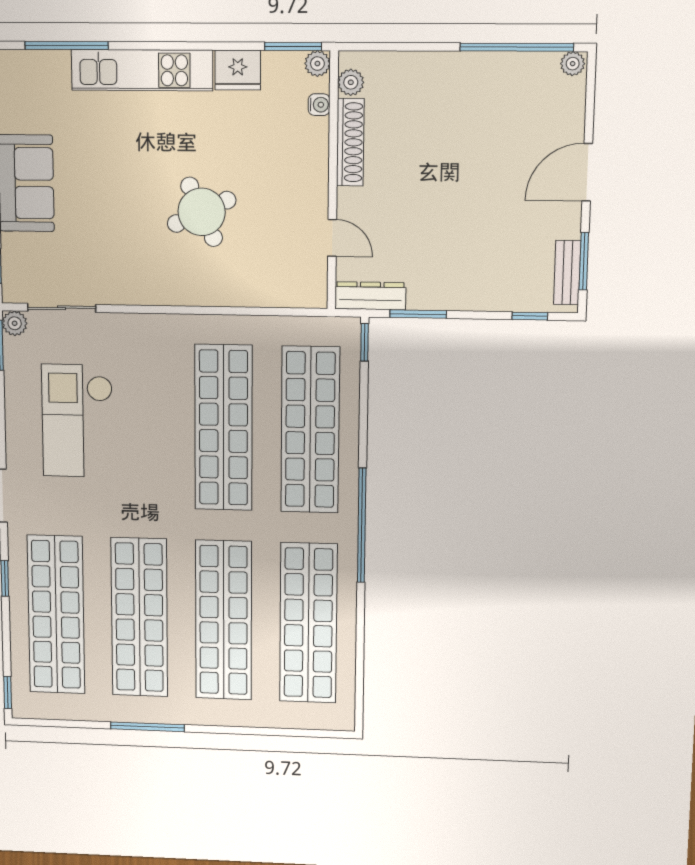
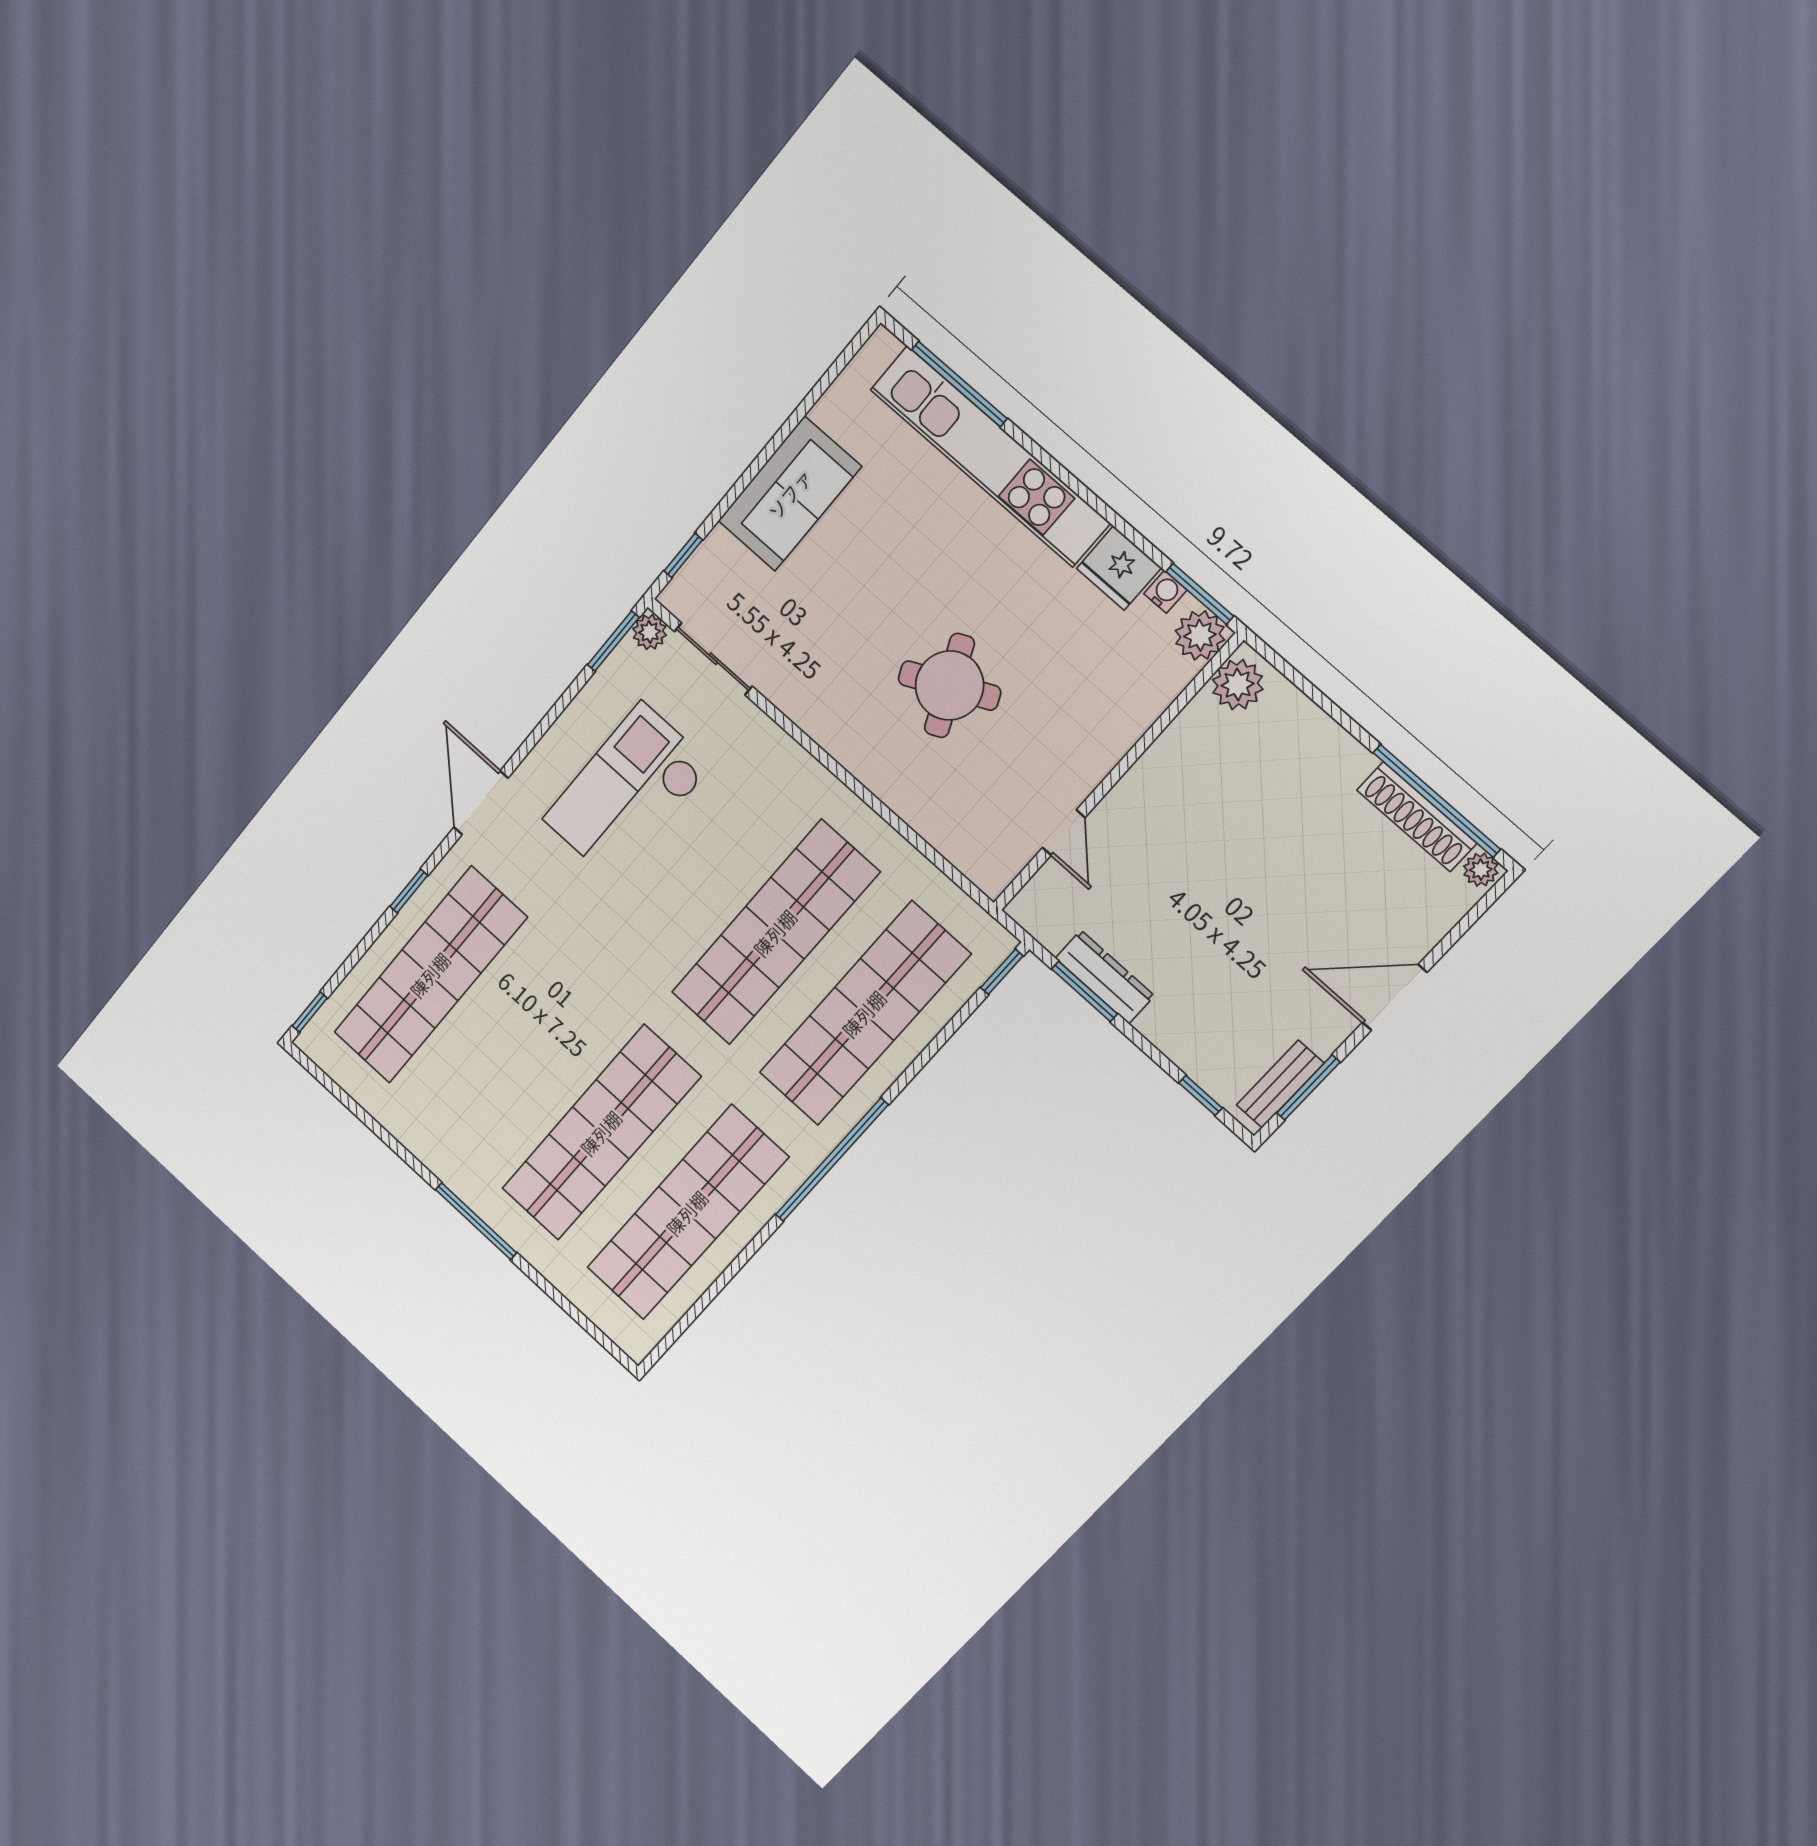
plant: (317, 64) -> (1200, 635), width x1.38, depth x1.38
kitchen unit: (142, 70) -> (990, 456), width x1.36
plant: (351, 82) -> (1238, 685), width x1.38, depth x1.38
water cooler: (319, 105) -> (1165, 592), moved, turned -90
shoe rack: (350, 142) -> (1417, 817), moved, turned 90
dresser: (370, 296) -> (1105, 977), moved
shop shelf: (139, 617) -> (515, 1054), removed
window: (147, 727) -> (476, 1221), moved

